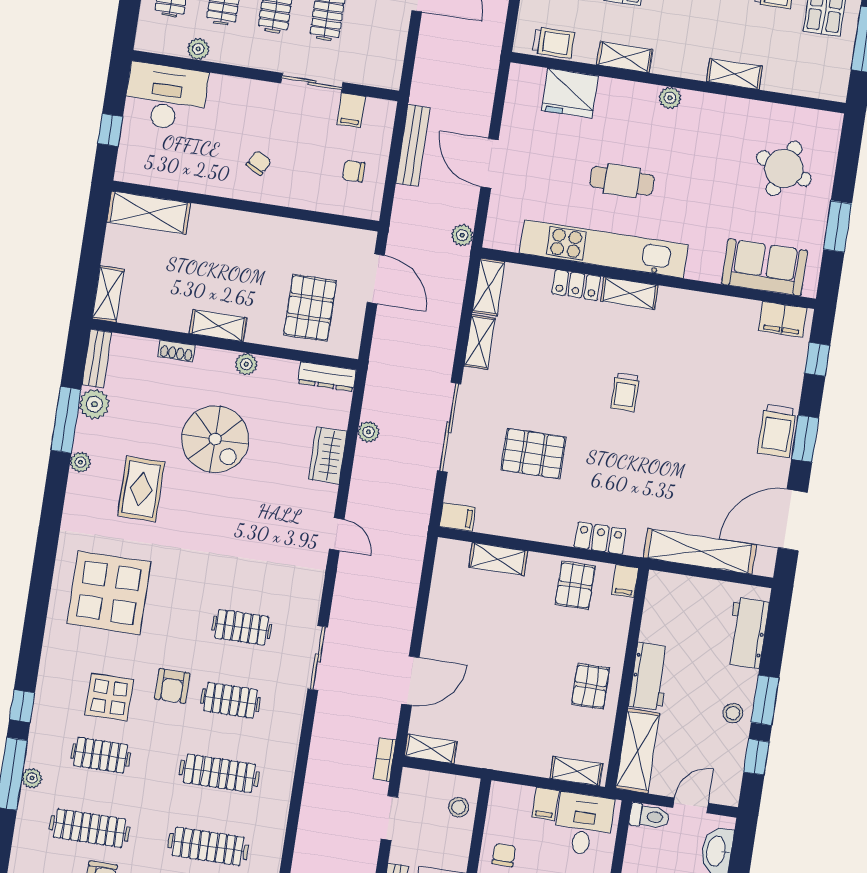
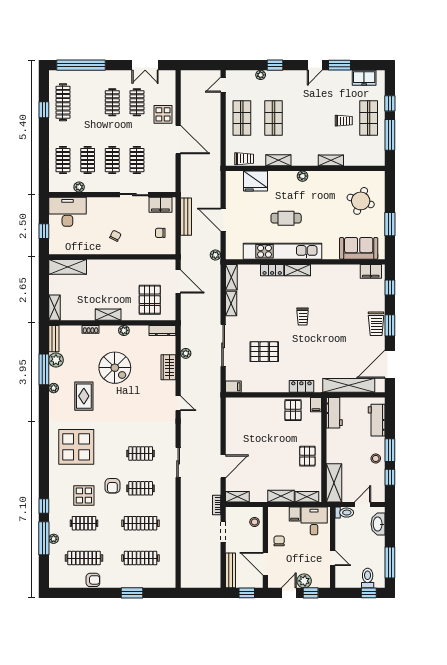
filing cabinet: (351, 110) -> (160, 205), width x2.00
shelving: (498, 559) -> (281, 496), moved
workbench: (650, 677) -> (334, 413), moved

